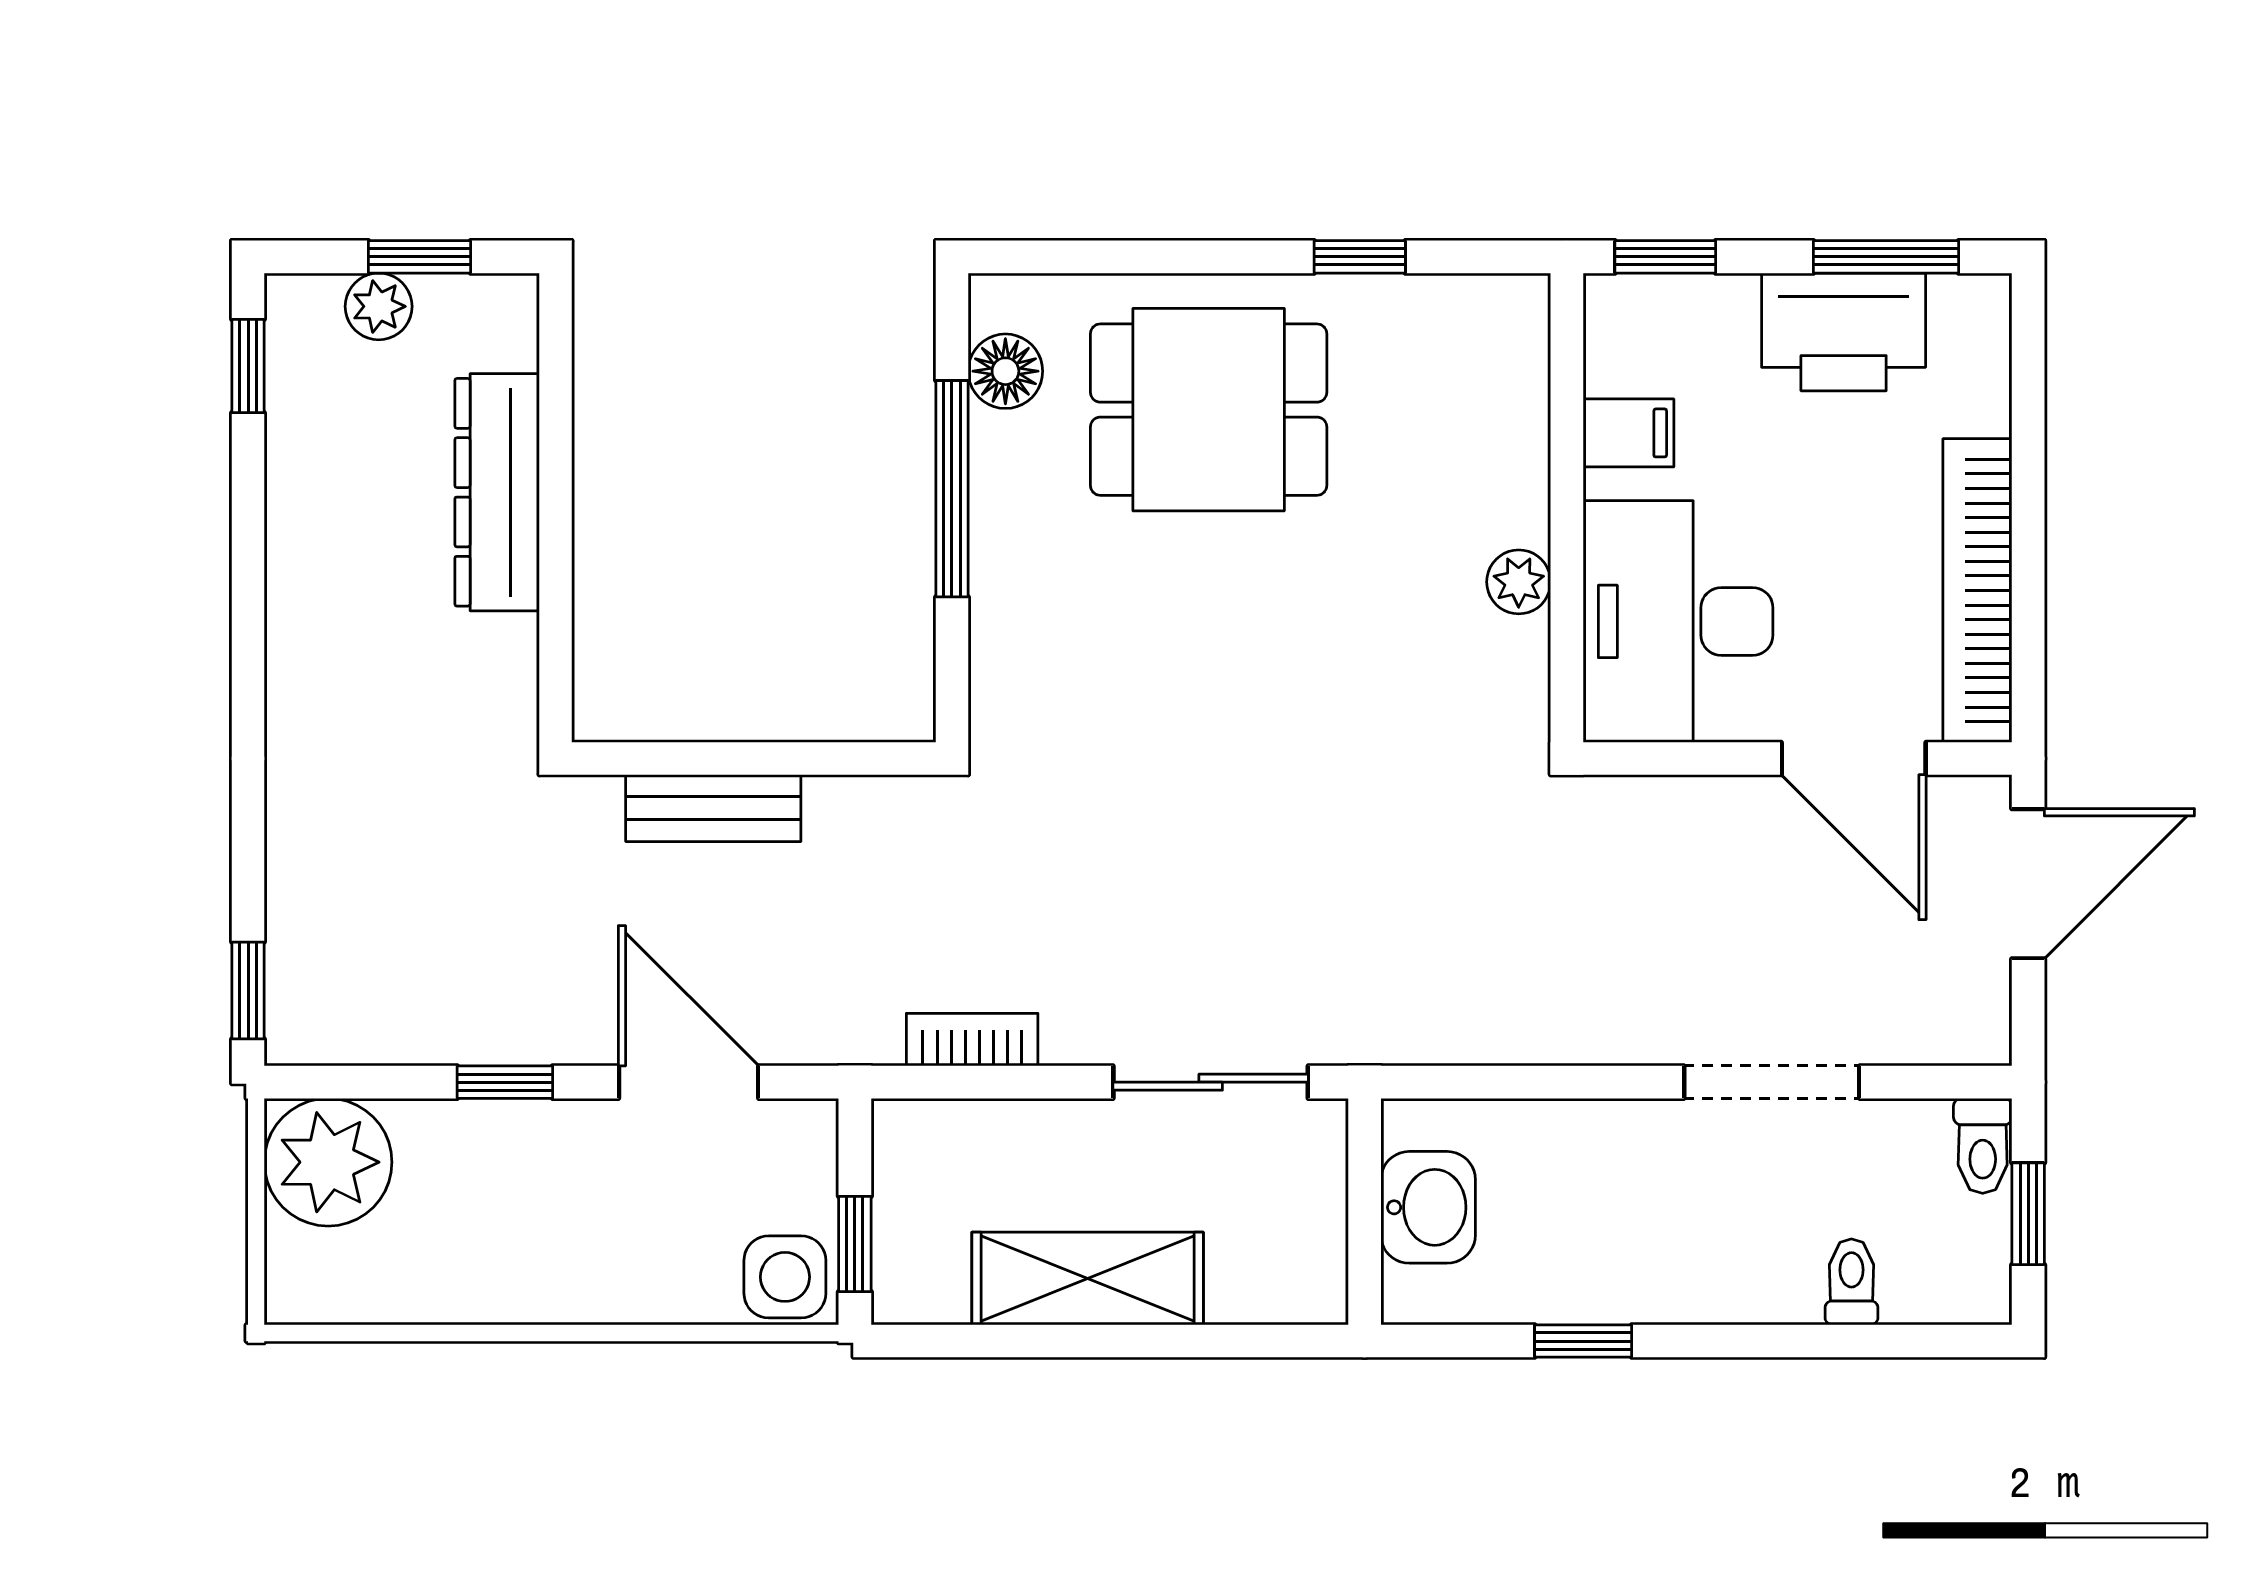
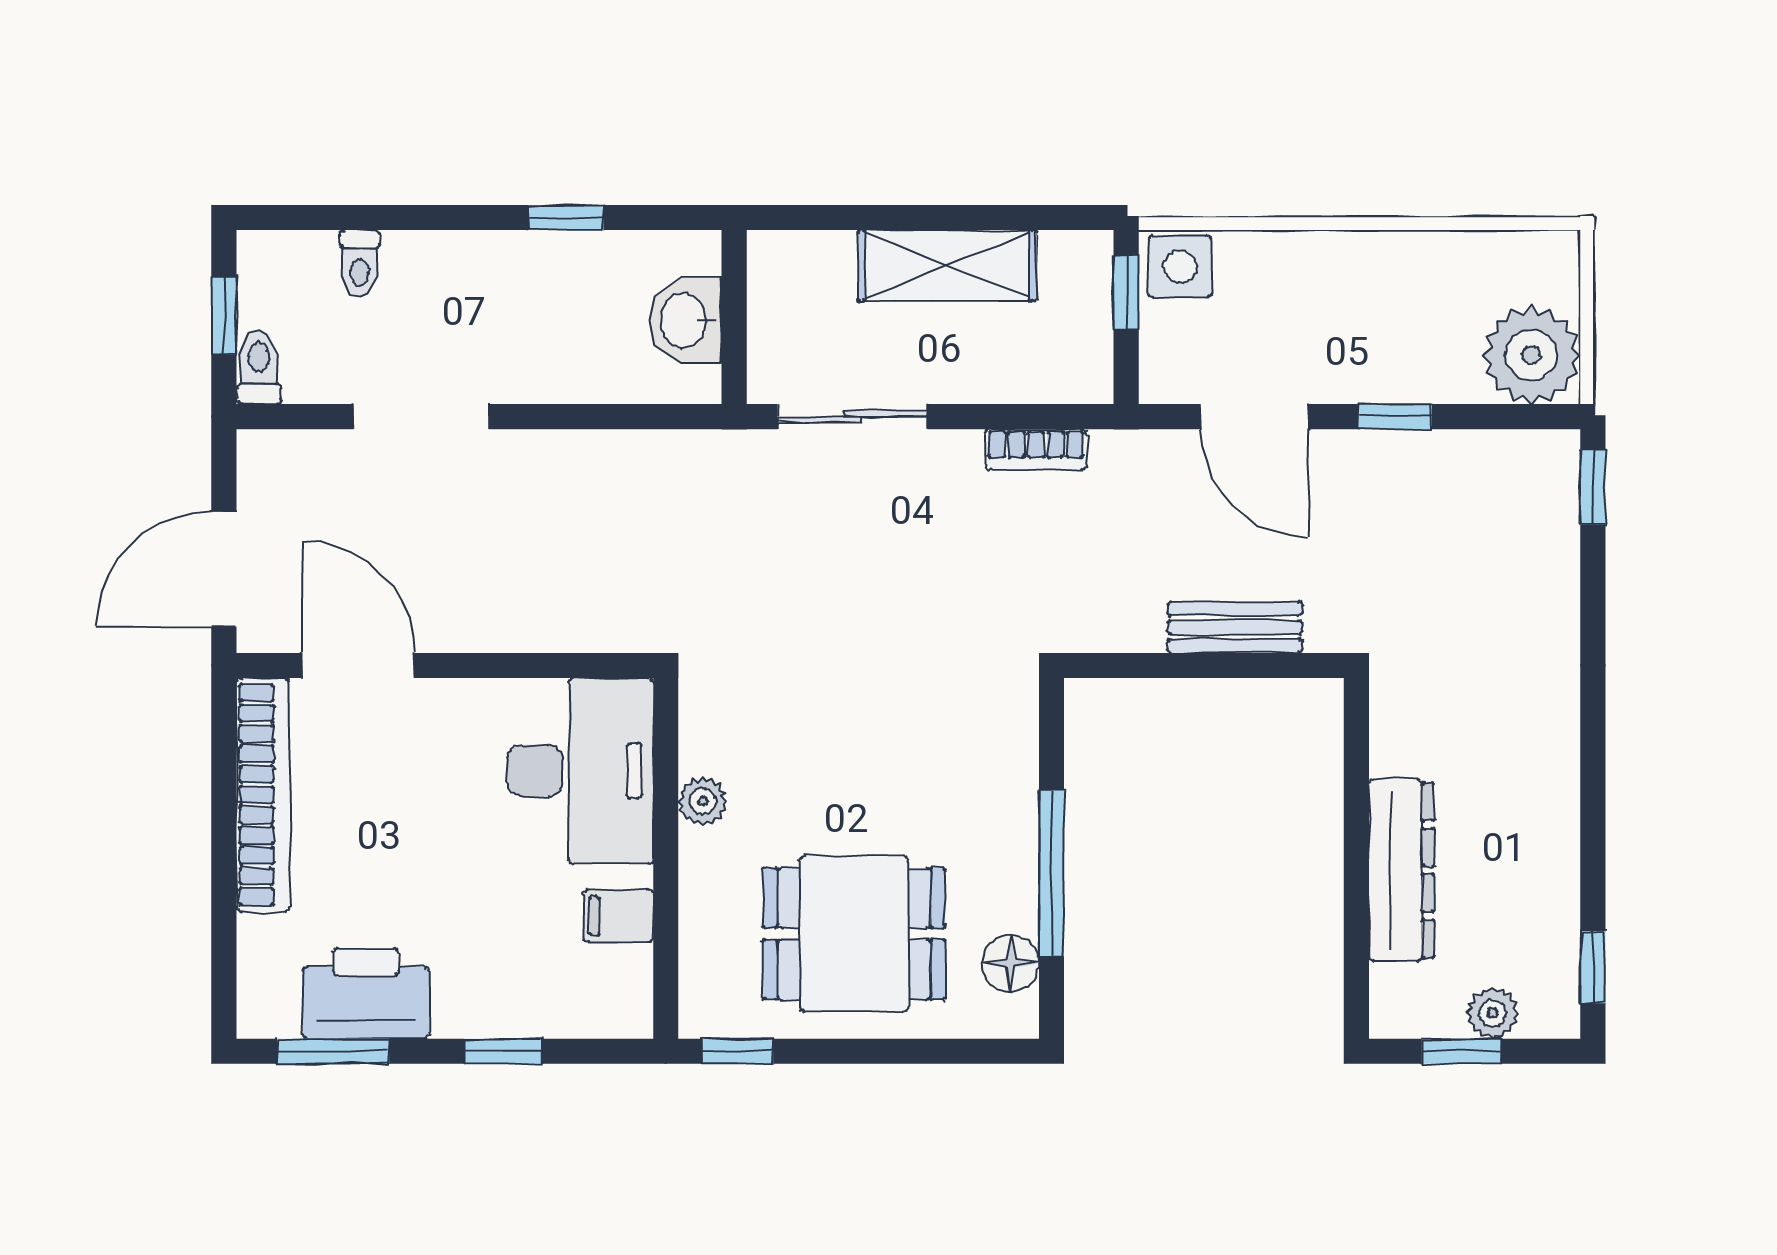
filing cabinet: (1628, 433) -> (618, 916), moved
wall: (1567, 508) -> (666, 858), moved
plant: (1519, 582) -> (703, 801), moved
desk: (1678, 621) -> (580, 771), moved

